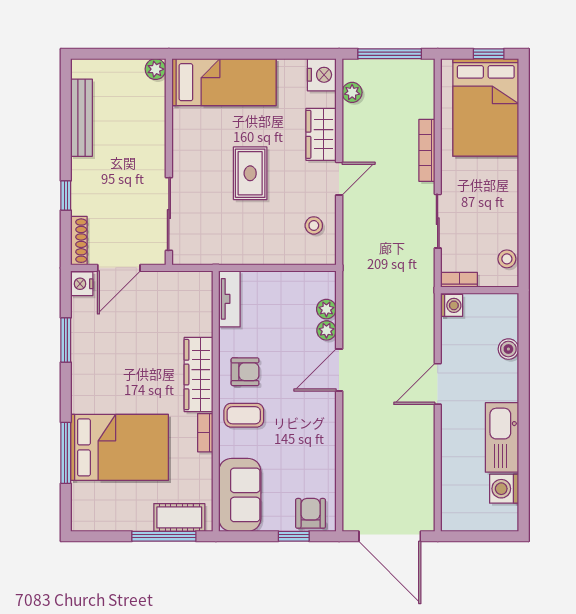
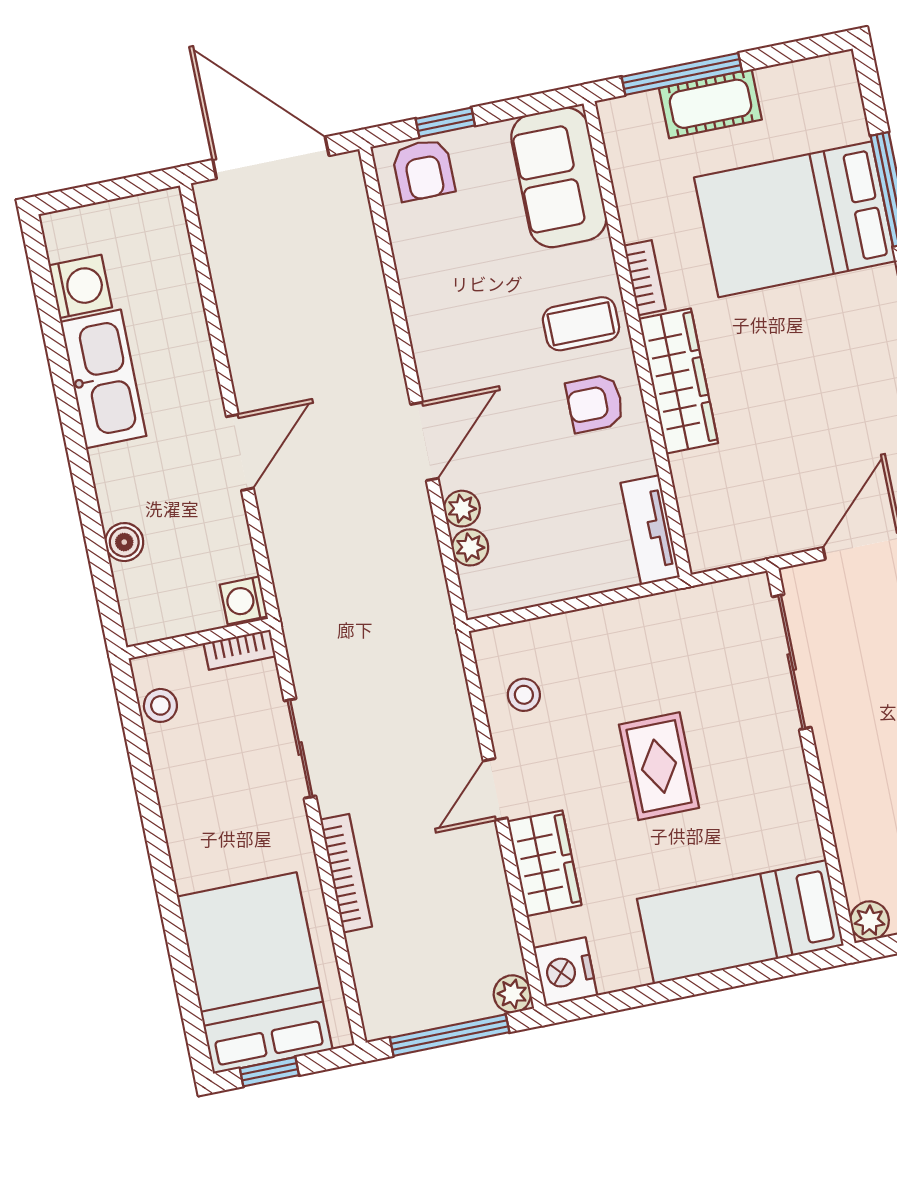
plant: (352, 92) -> (512, 994), moved
cot: (179, 517) -> (710, 104), moved

